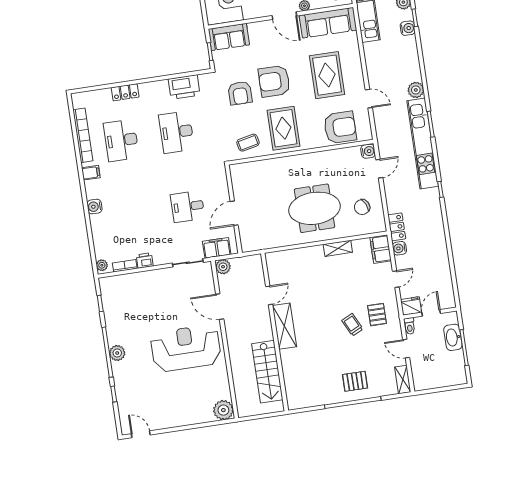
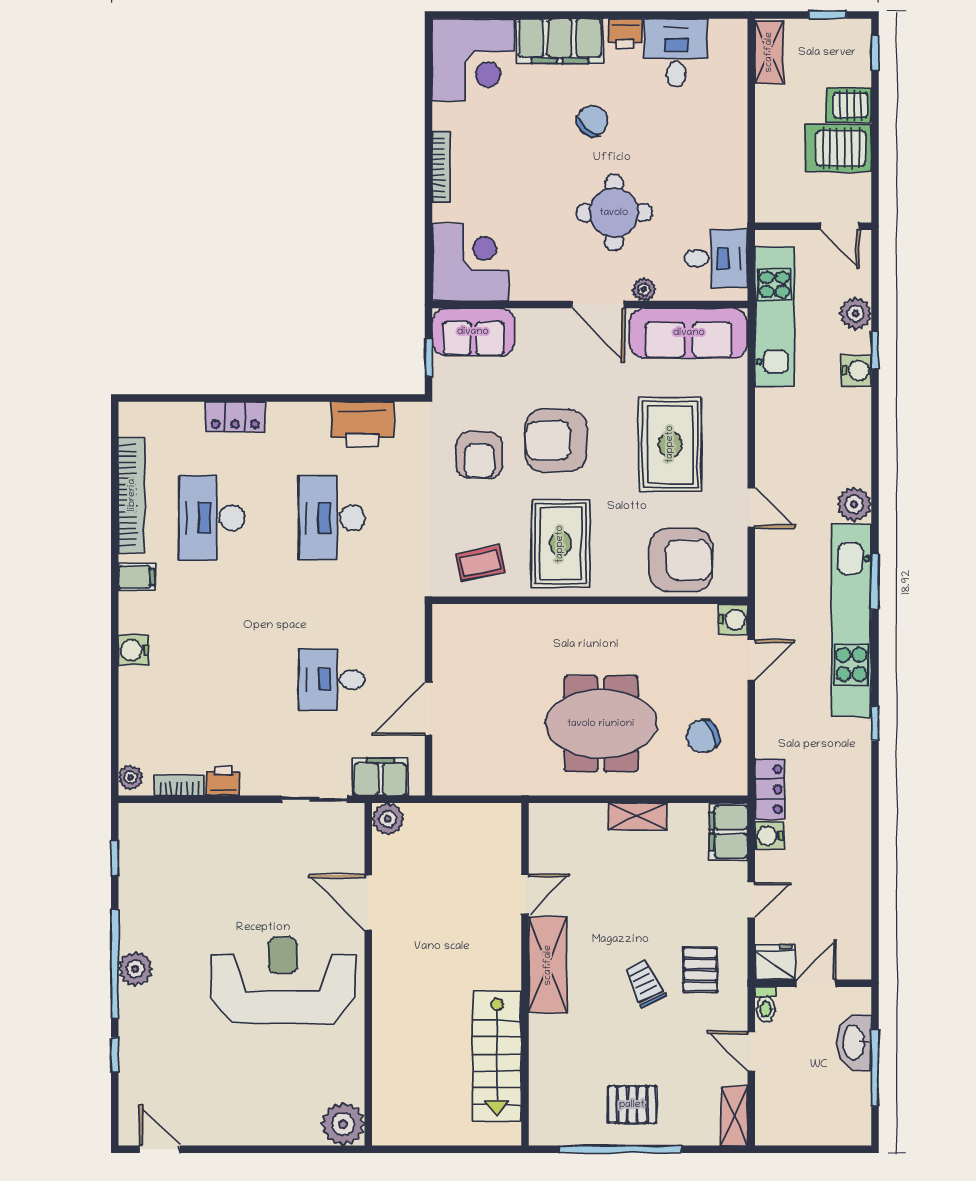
door: (269, 295) -> (525, 894), moved
shelving: (284, 326) -> (548, 965), moved
wall: (275, 332) -> (525, 974), moved
stairs: (267, 372) -> (497, 1056), moved

